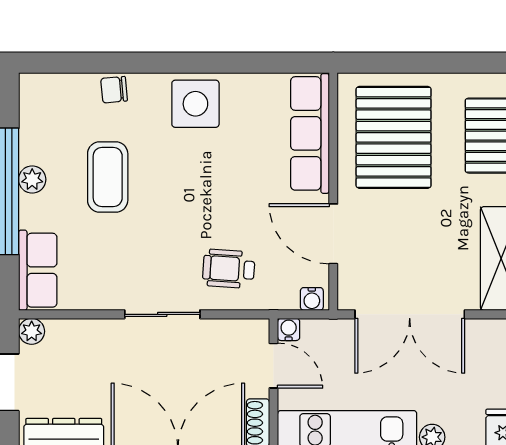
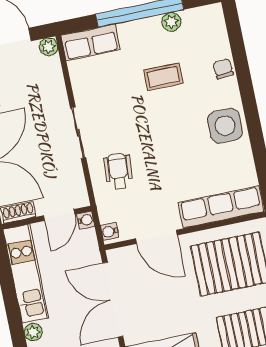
coffee table: (108, 177) -> (163, 77), width x0.73, depth x0.77
plant: (32, 179) -> (171, 22), moved
door: (333, 234) -> (156, 237), swing flipped

